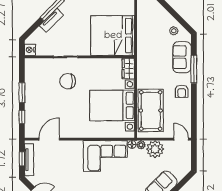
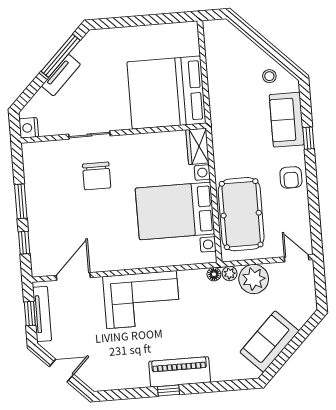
window: (194, 69) -> (308, 138), width x0.46
chair: (68, 81) -> (97, 176), turned -90
corner sofa: (105, 156) -> (142, 300), moved

